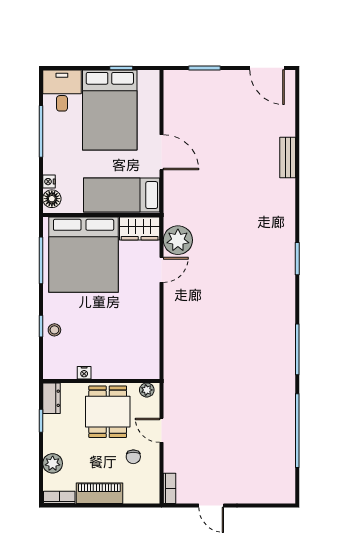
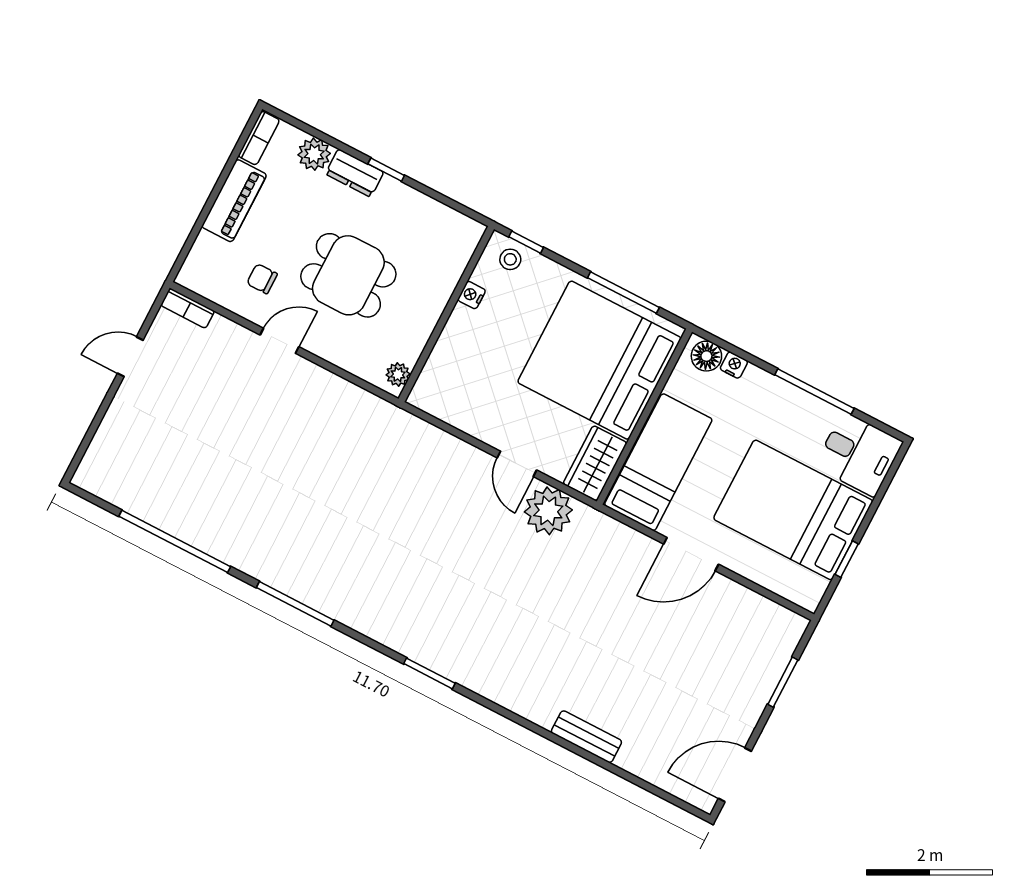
nightstand: (84, 373) -> (472, 295), moved
wall: (101, 381) -> (446, 314), moved
plant: (147, 390) -> (398, 374), moved
dresser: (51, 398) -> (355, 173), moved

